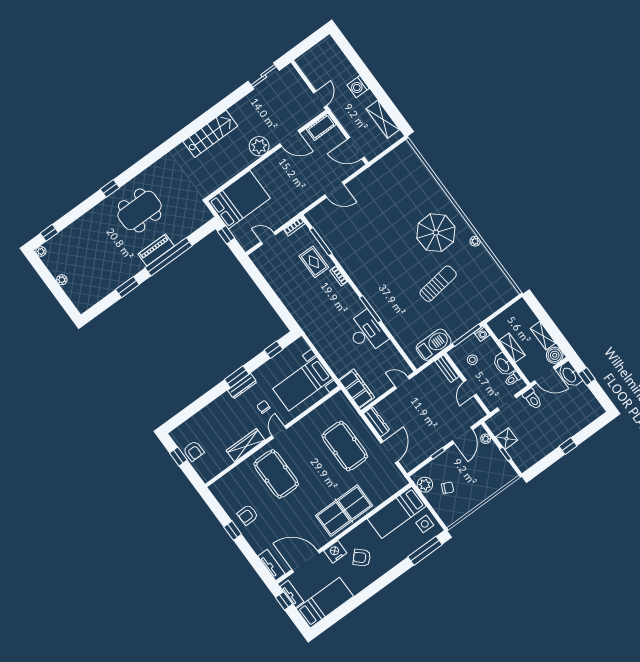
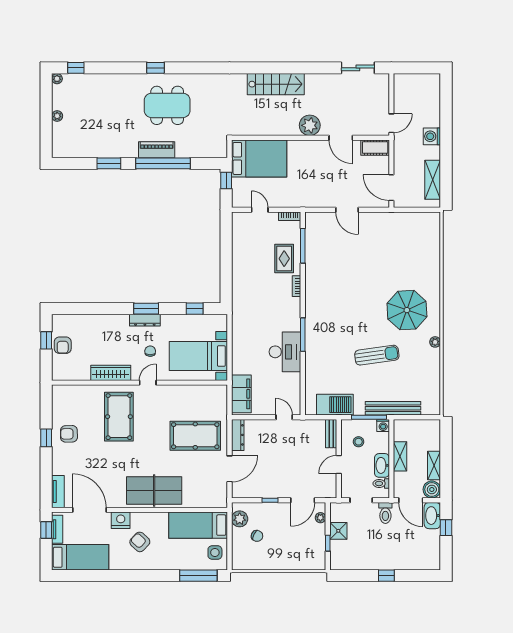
bench: (480, 315) -> (393, 408), added
pool table: (345, 446) -> (195, 436), turned 90

